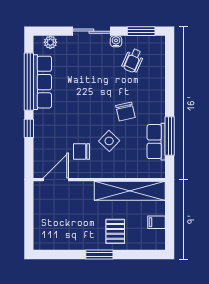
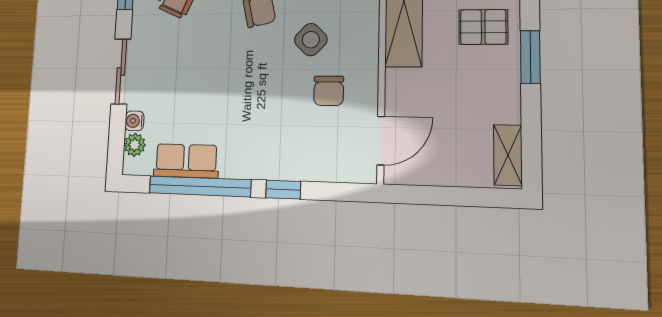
water cooler: (116, 41) -> (134, 121), moved
row of seats: (42, 82) -> (186, 161), width x0.68
door: (56, 180) -> (381, 141), swing flipped
shelving: (50, 243) -> (508, 155), added

